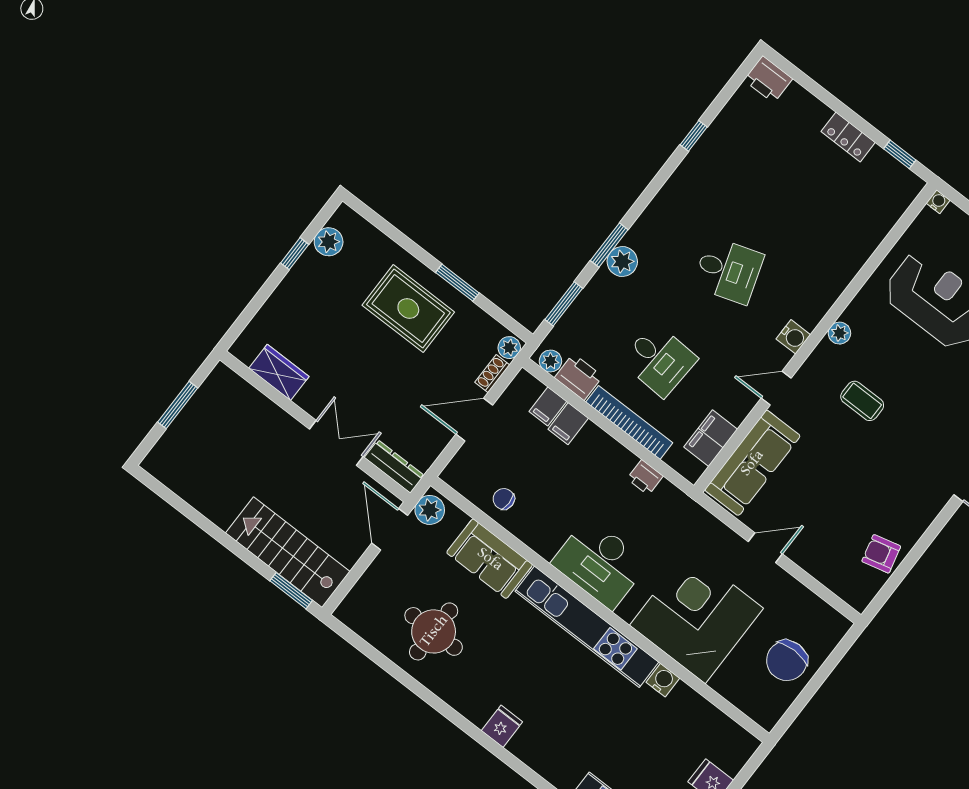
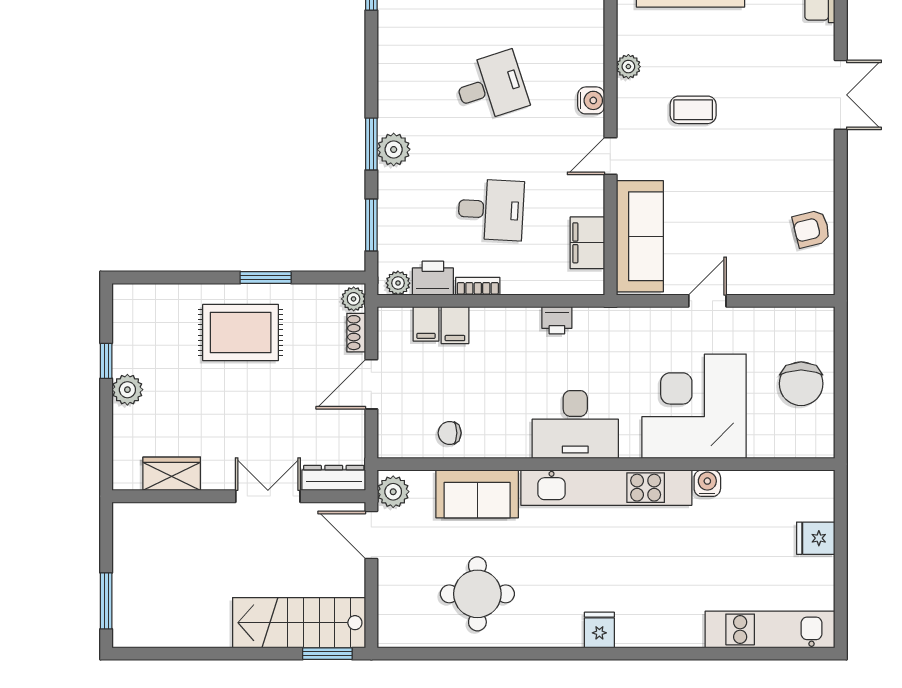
plant: (329, 242) -> (127, 390), moved
window: (178, 405) -> (106, 601), moved
bookcase: (629, 422) -> (478, 286), width x0.43, depth x0.76

